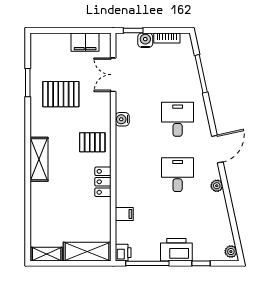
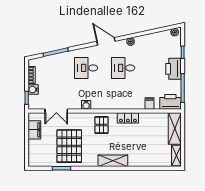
pallet: (61, 94) -> (69, 146), width x1.37, depth x1.41
printer: (123, 253) -> (170, 102), width x1.87, depth x1.48

